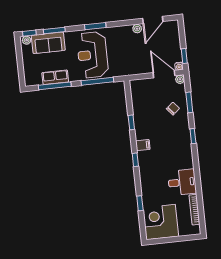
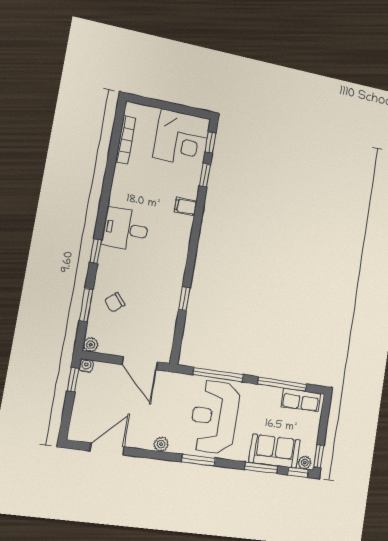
plant: (137, 29) -> (161, 444), moved
window: (18, 46) -> (319, 456), added
reception desk: (93, 55) -> (215, 417), turned 180
door: (164, 74) -> (140, 363), moved
row of seats: (55, 77) -> (301, 400), moved
filing cabinet: (143, 145) -> (185, 206), moved
window: (135, 160) -> (210, 142), moved
desk: (182, 182) -> (125, 229), moved

